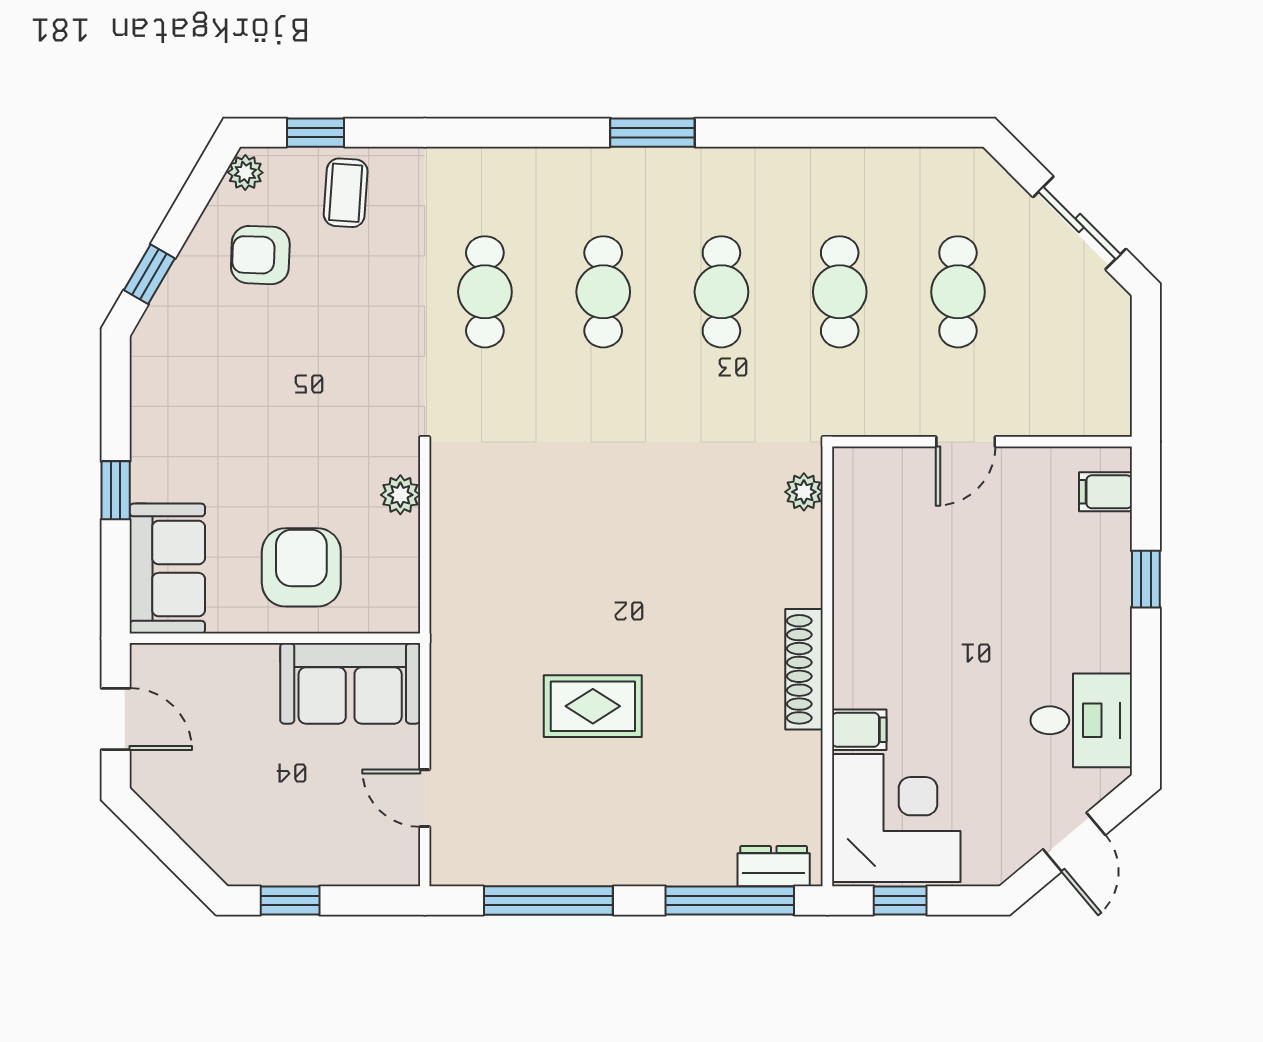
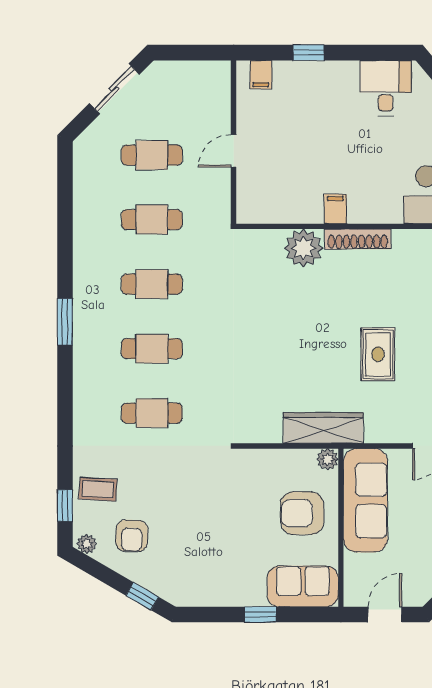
door: (966, 442) -> (234, 151), swing flipped
plant: (804, 492) -> (304, 248), moved, width x1.88, depth x1.88
plant: (400, 495) -> (328, 459), moved
wardrobe: (458, 606) -> (323, 428), added
sofa: (350, 683) -> (365, 500), width x1.36
filing cabinet: (859, 730) -> (335, 209), moved

